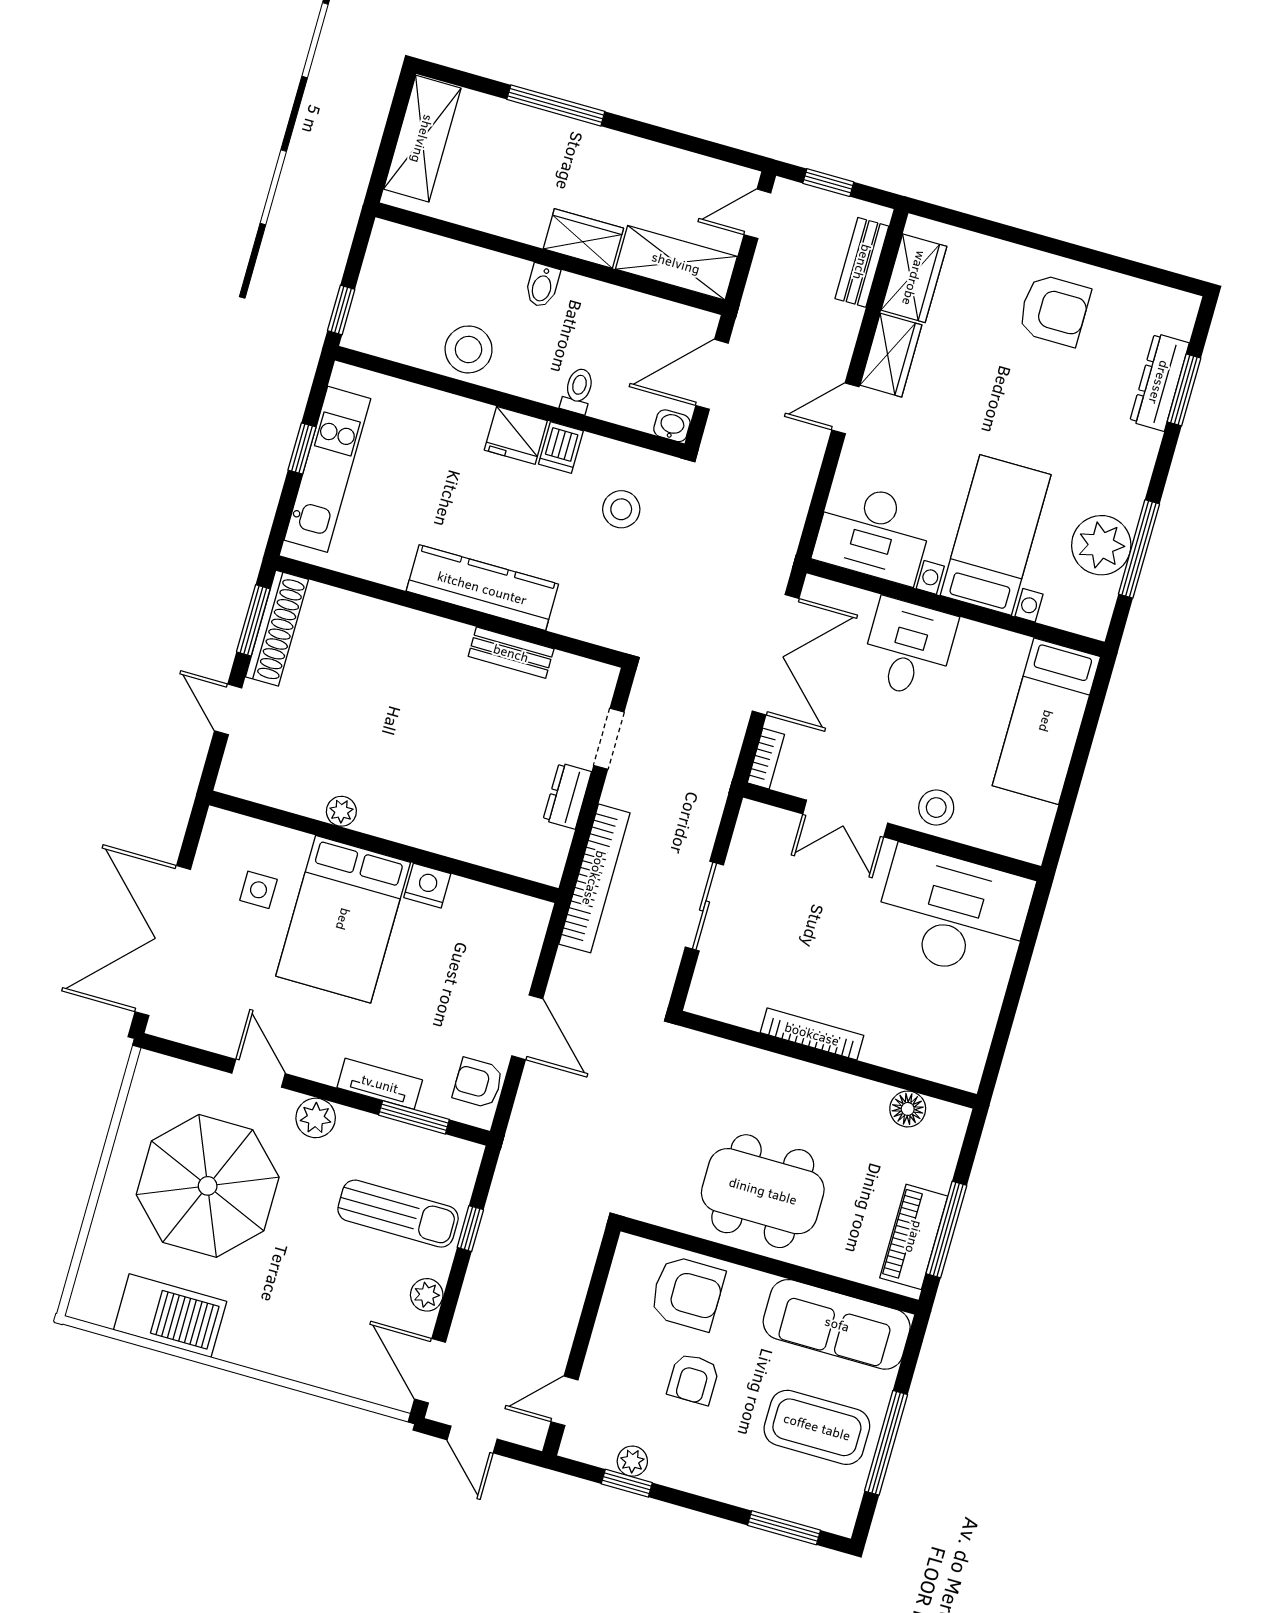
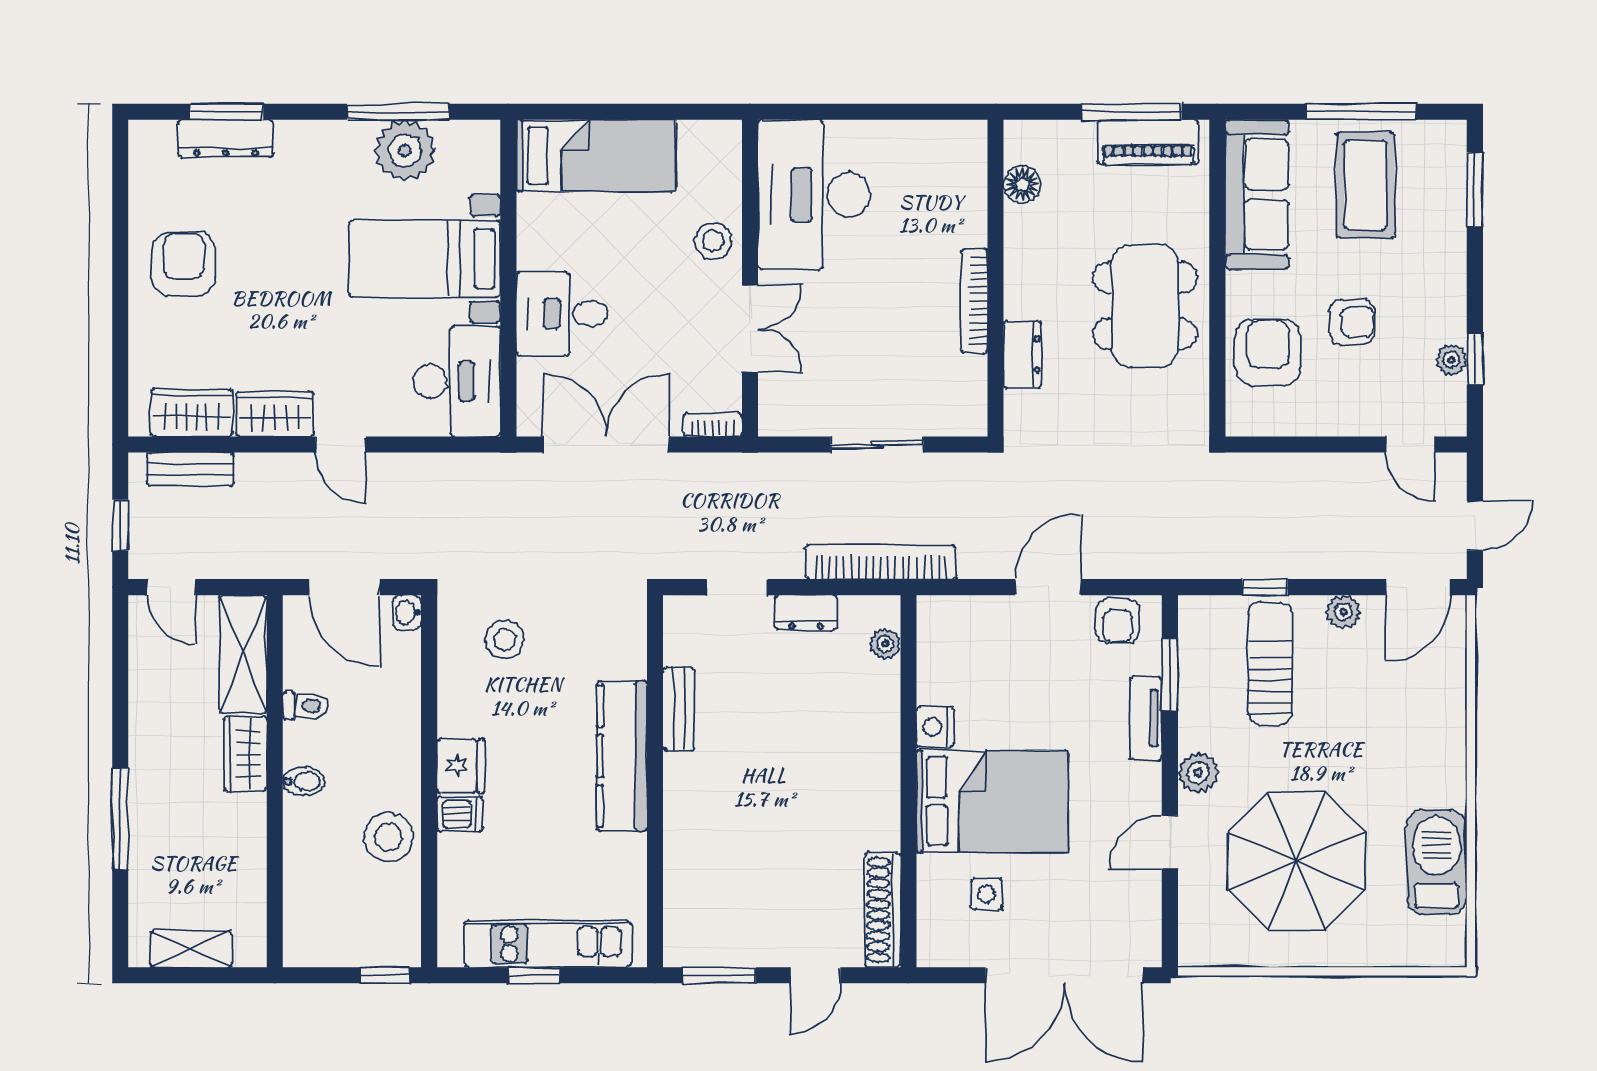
shelving: (422, 139) -> (191, 949), width x0.67, depth x0.75
toilet: (578, 391) -> (305, 706), moved, turned 180
dishwasher: (561, 447) -> (460, 814), moved
shoe rack: (277, 628) -> (883, 910), moved, turned -90
plant: (341, 811) -> (885, 644), moved
dresser: (750, 1065) -> (1022, 354), added

